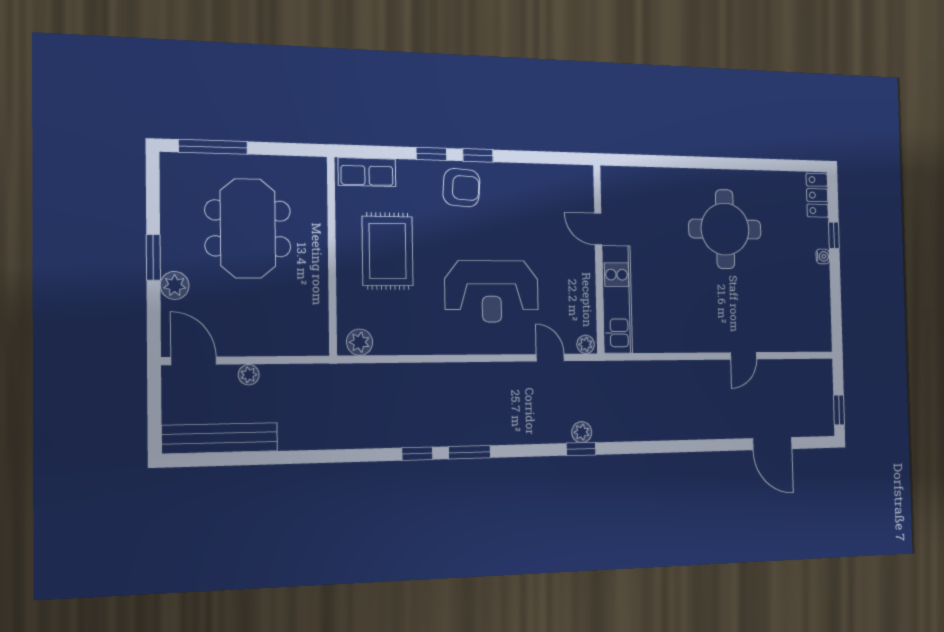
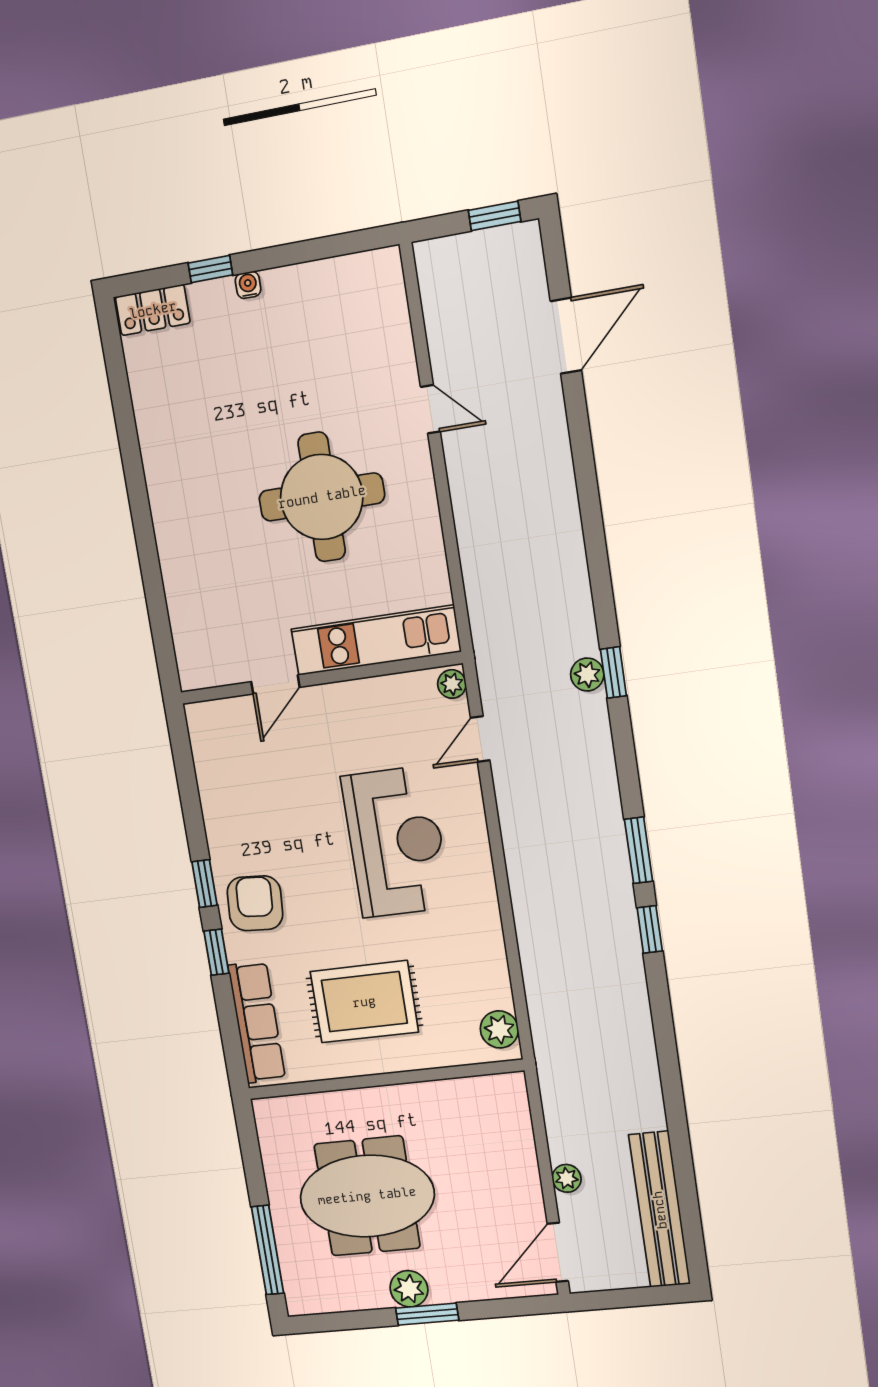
row of seats: (367, 172) -> (257, 1022), width x1.48
round table: (725, 229) -> (322, 497), moved
plant: (175, 285) -> (409, 1289), moved

